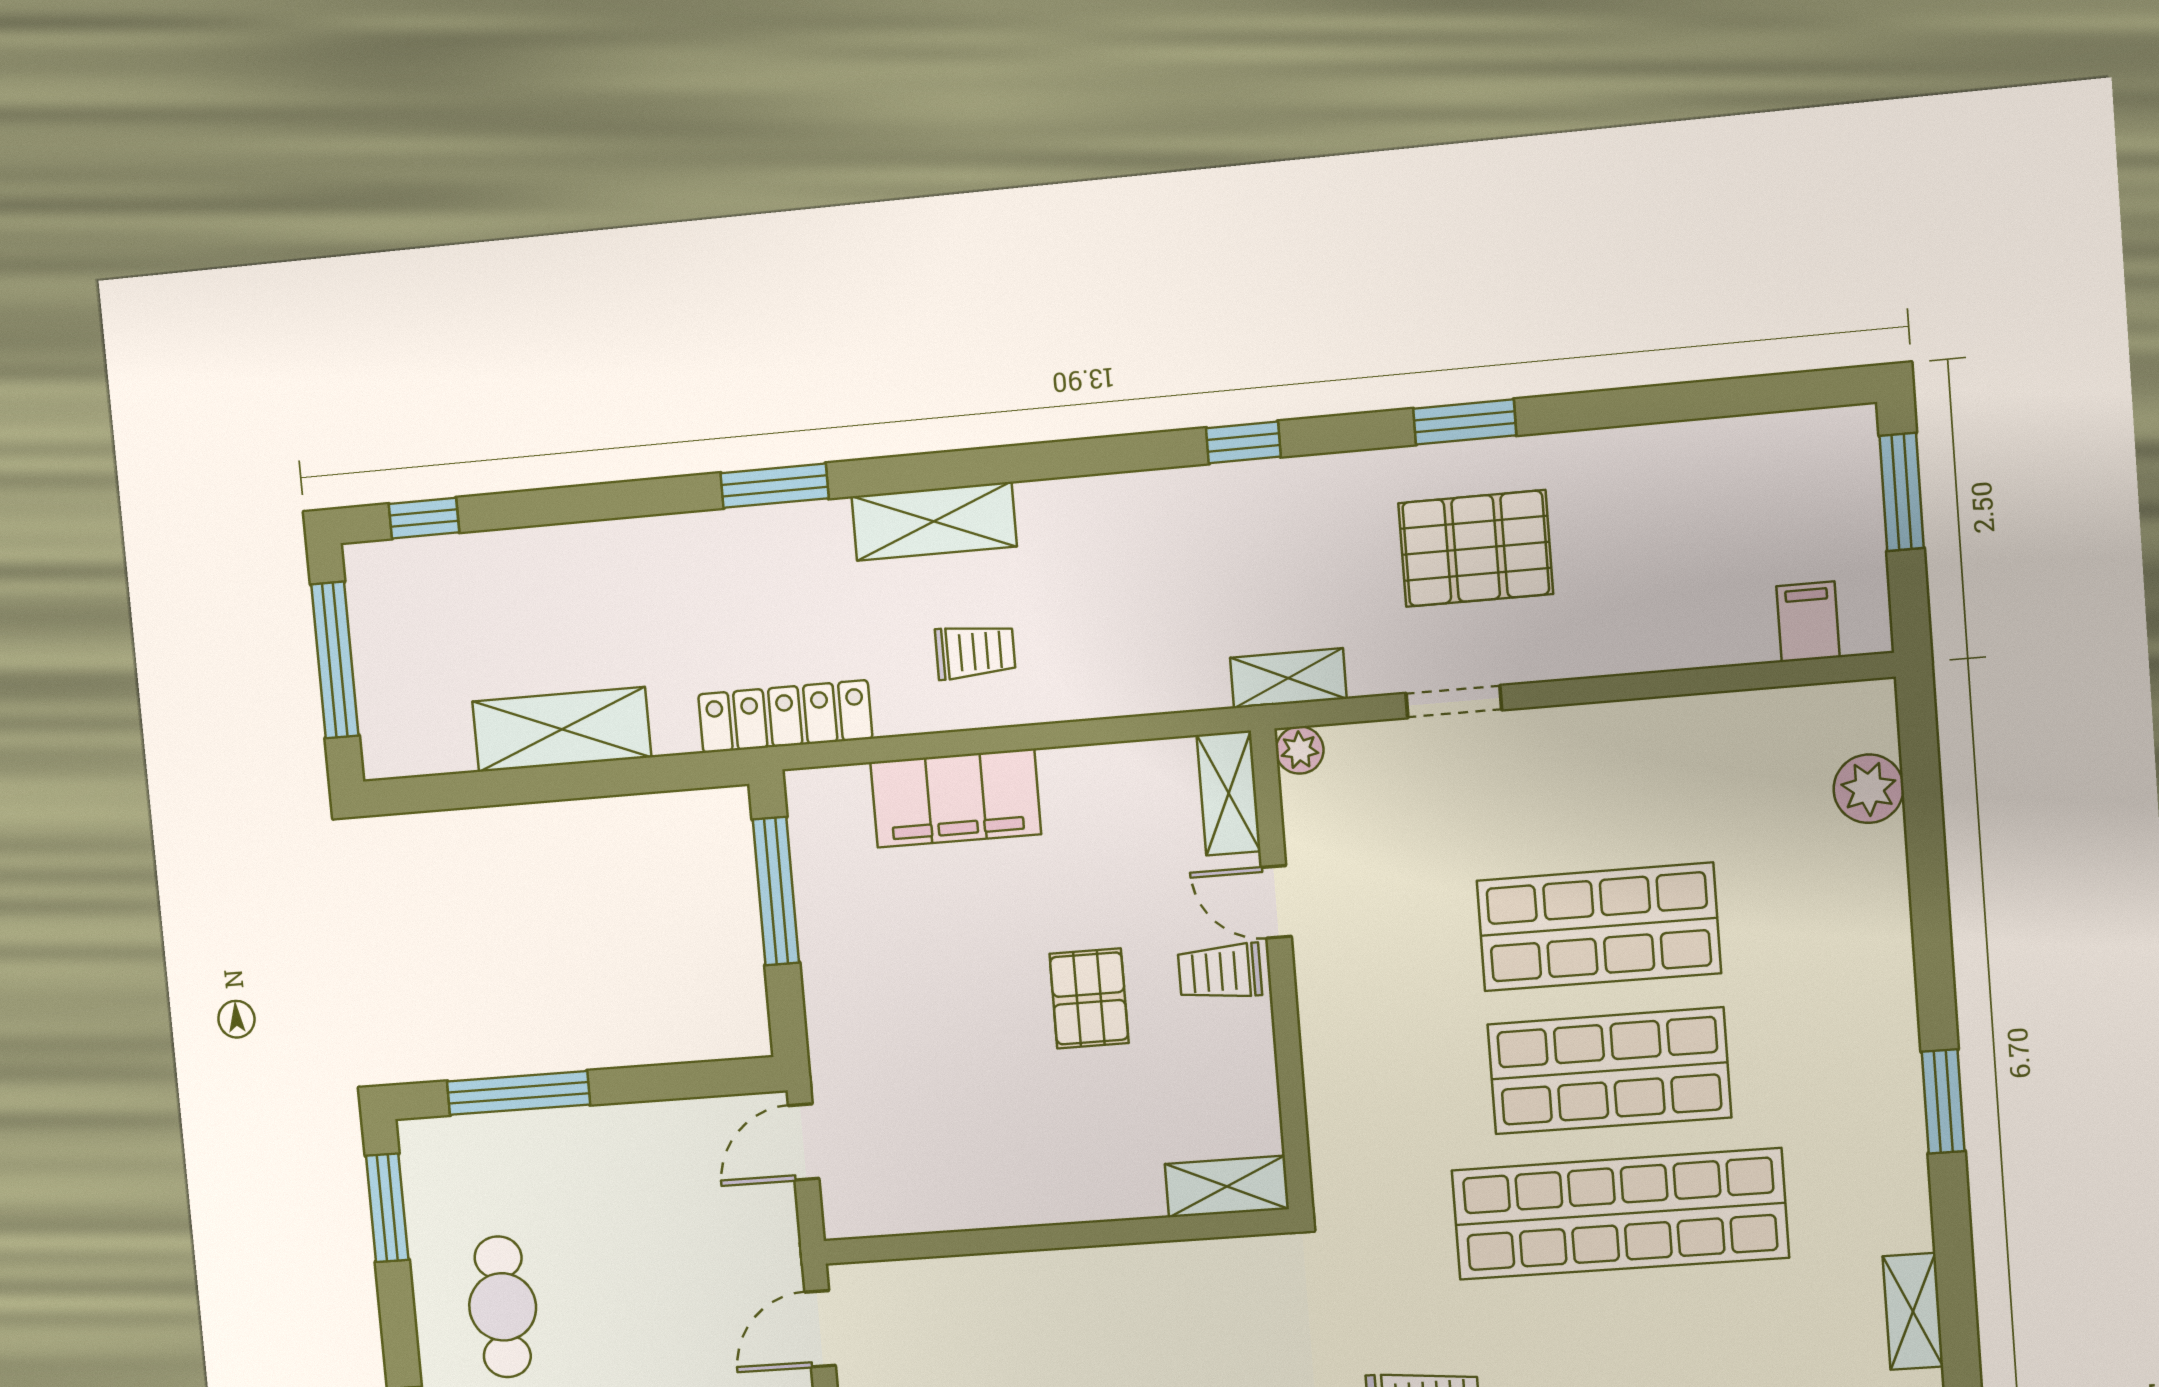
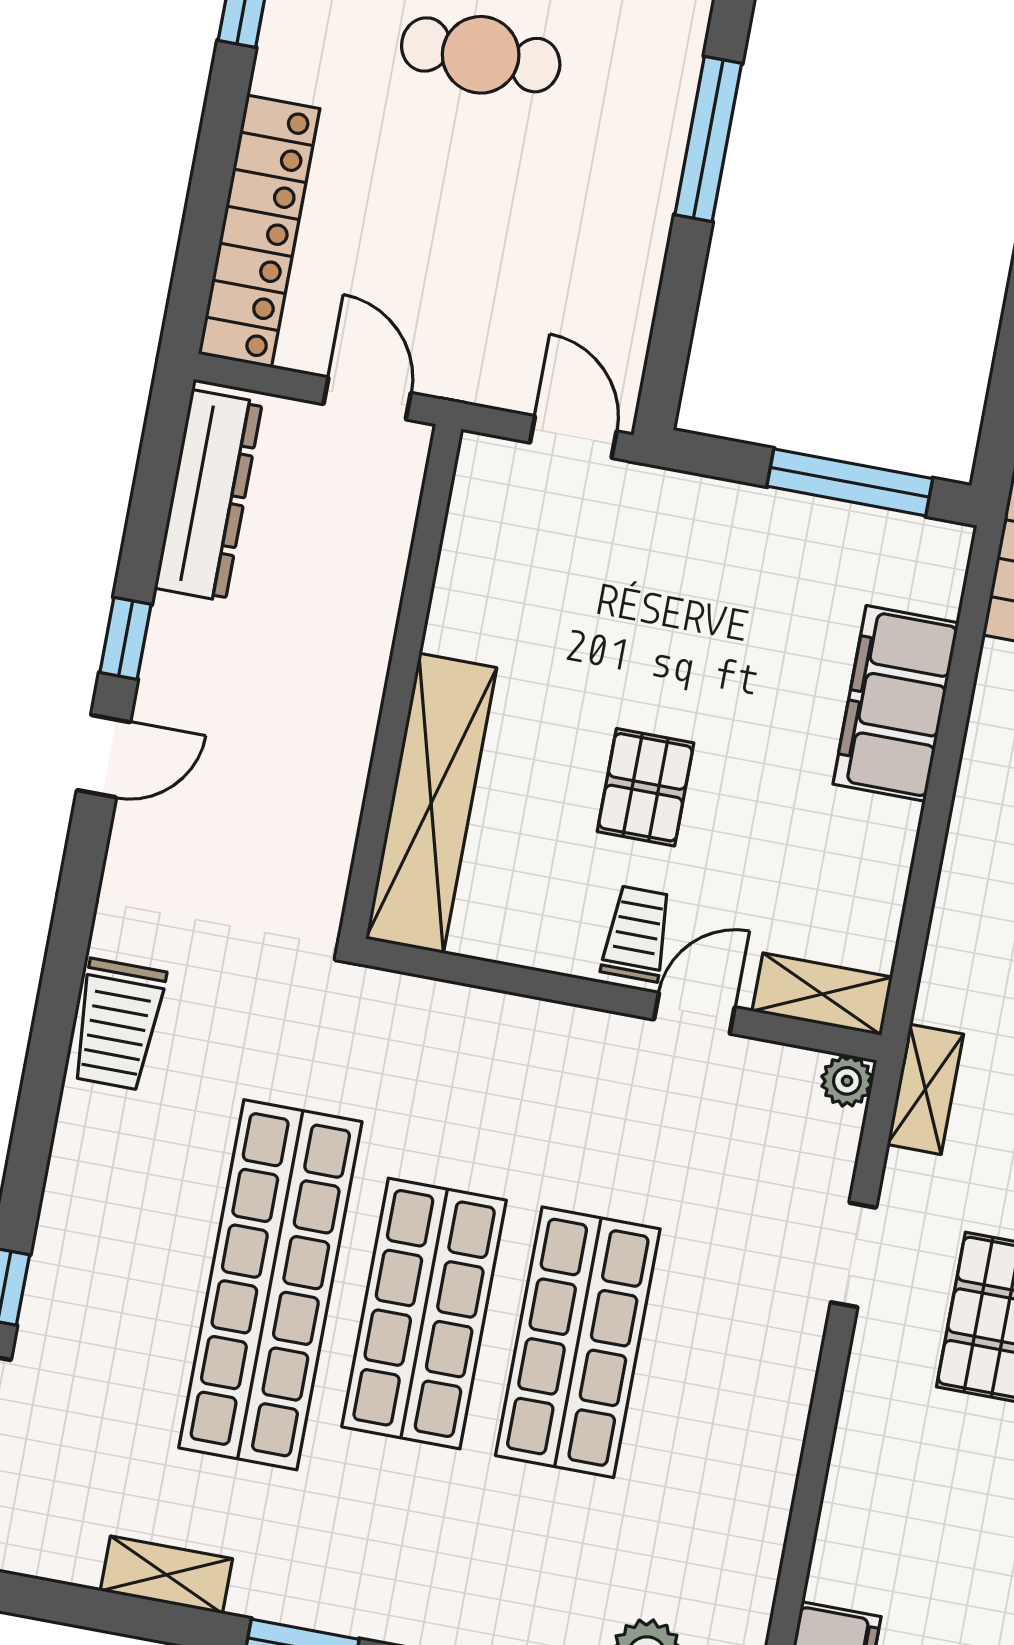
pallet: (1089, 998) -> (645, 787), turned 90
shelving: (1227, 1186) -> (431, 803), width x2.20, depth x1.33
shelving: (1913, 1311) -> (166, 1575), moved

